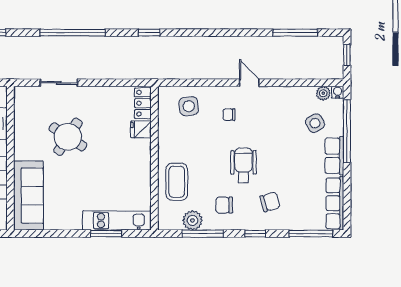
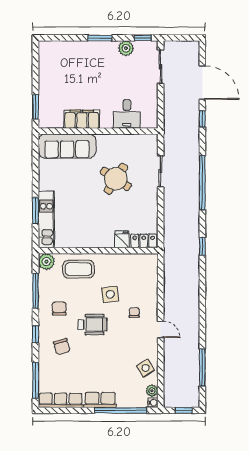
door: (249, 83) -> (161, 329), hinge flipped
side table: (189, 106) -> (110, 294), moved
side table: (315, 123) -> (146, 368), moved
plant: (192, 220) -> (46, 262), moved

